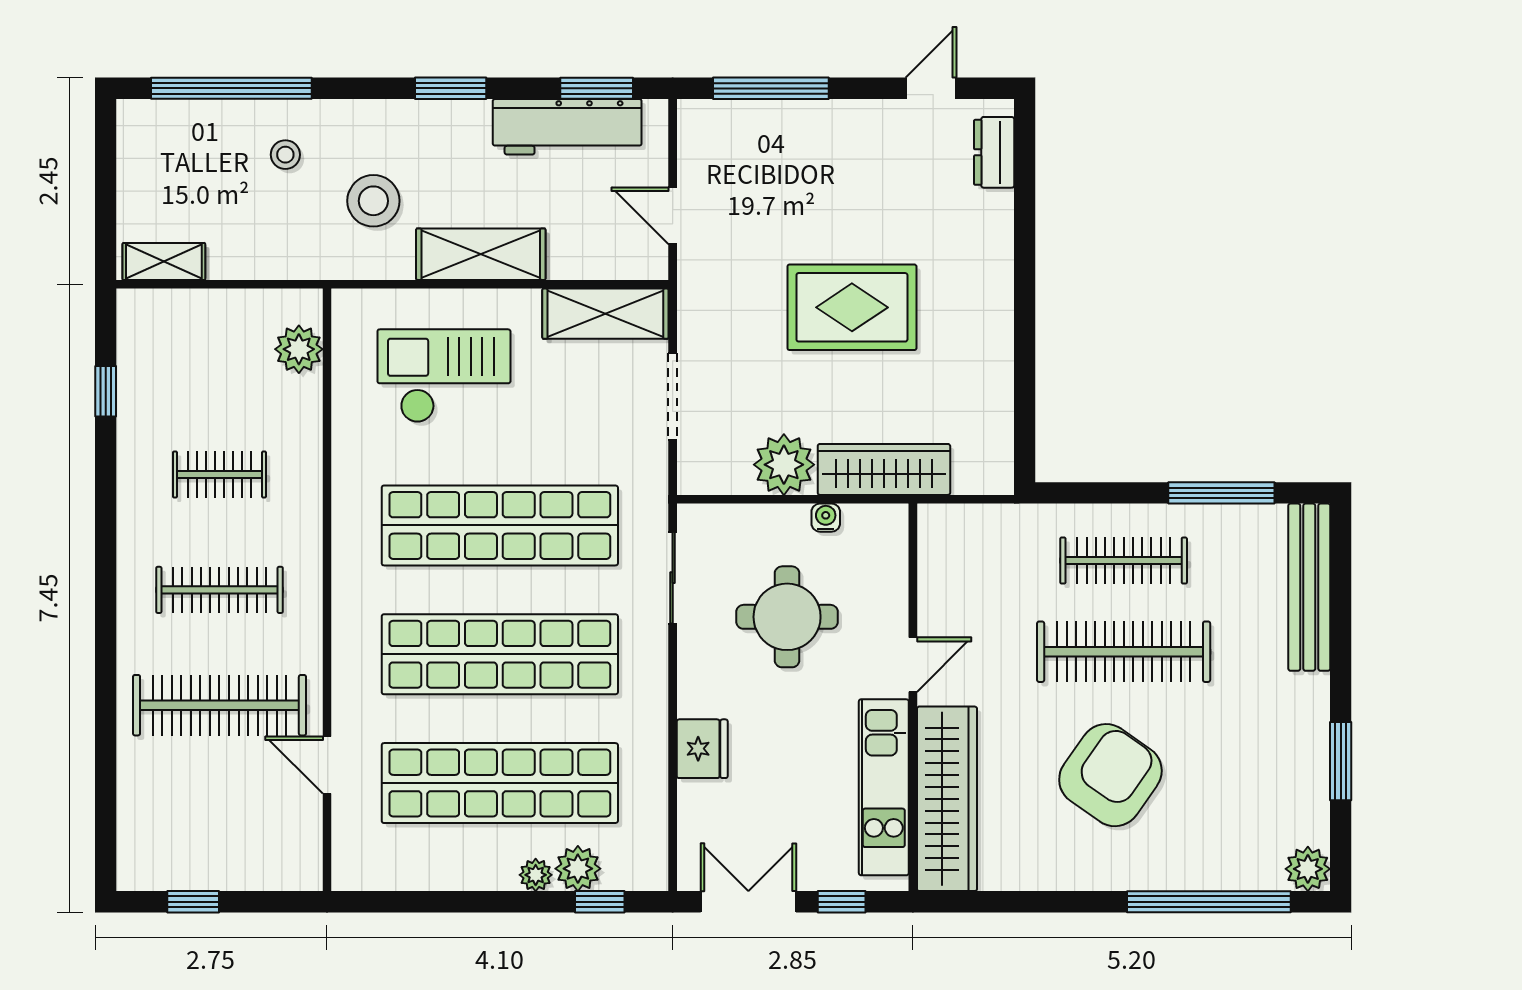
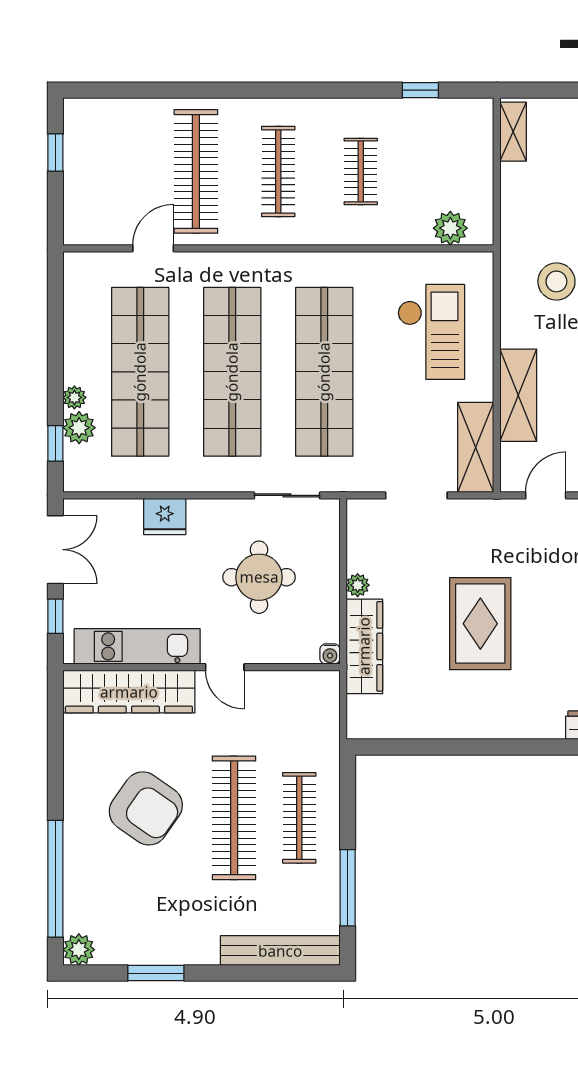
shelving: (481, 254) -> (518, 395), moved
plant: (784, 465) -> (358, 585), width x0.53, depth x0.53
water cooler: (826, 518) -> (330, 654), moved, turned 90

